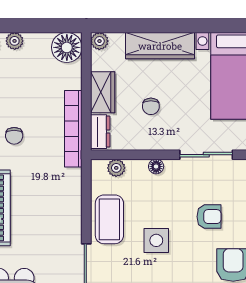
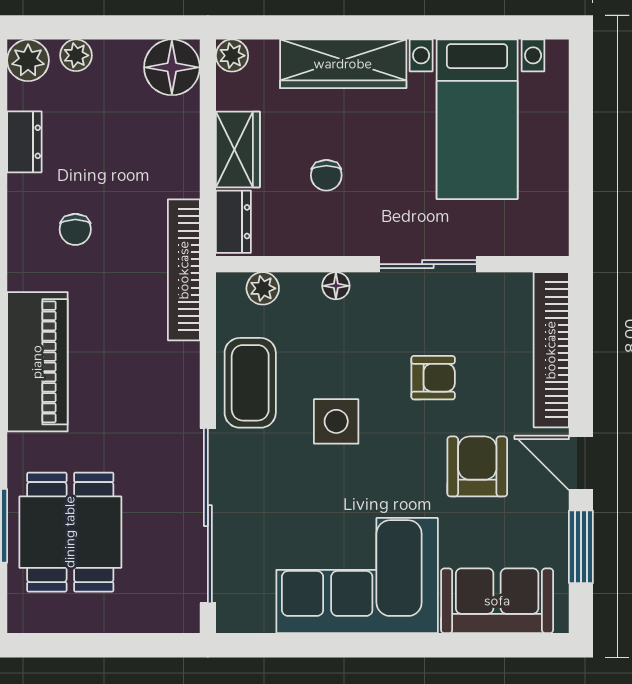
bookcase: (73, 129) -> (184, 270), moved

